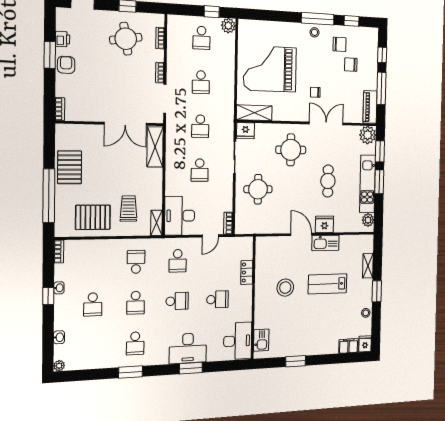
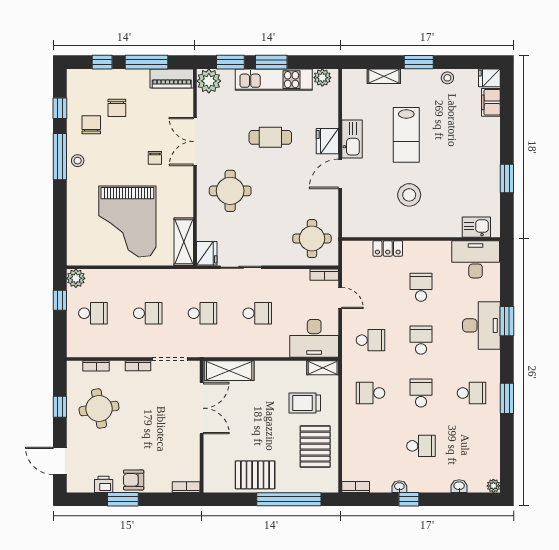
round table: (258, 189) -> (312, 239), moved
school desk: (136, 303) -> (421, 393), turned -90

